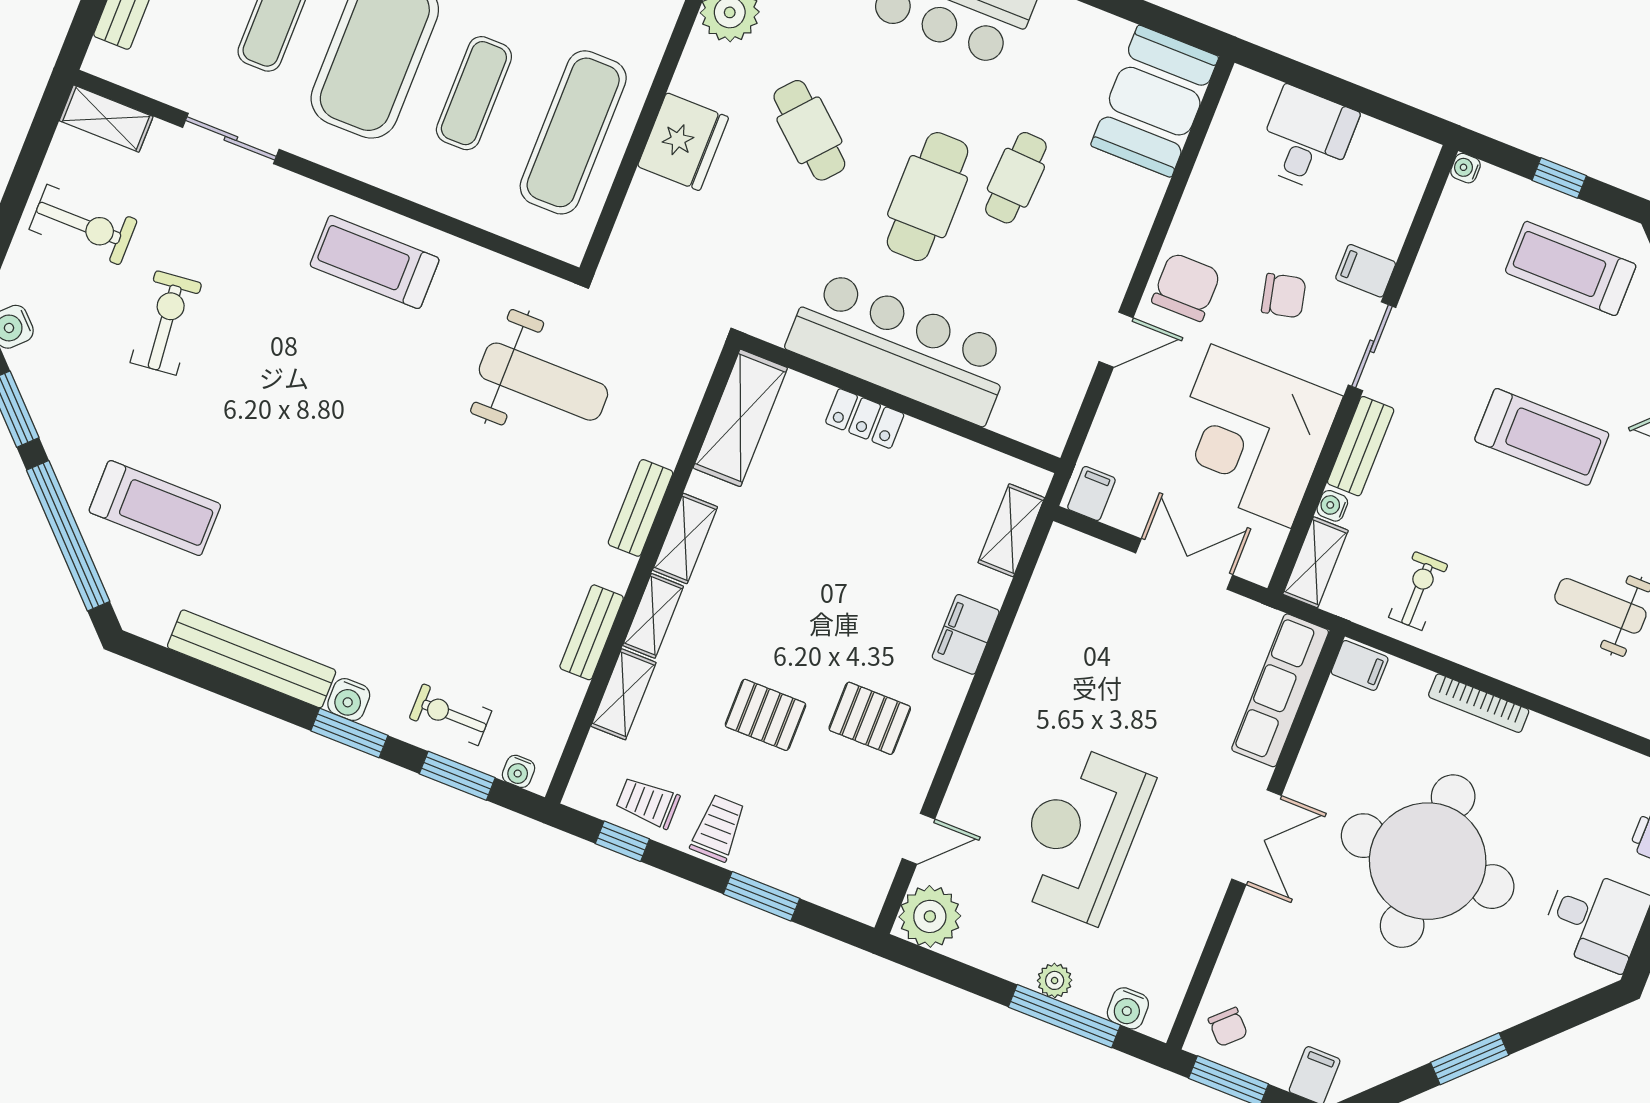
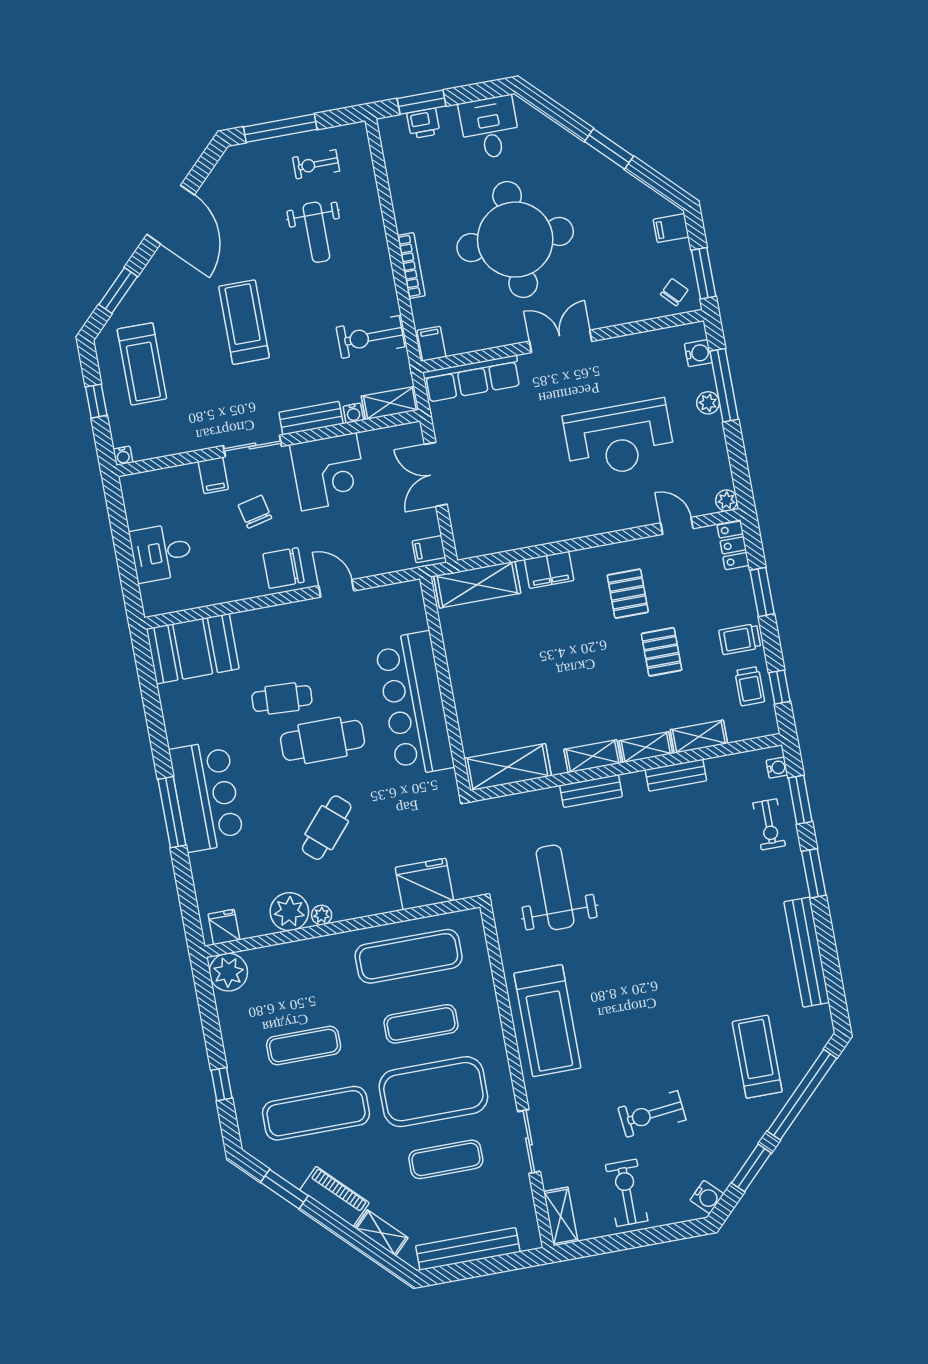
plant: (699, 52) -> (322, 915), added
fridge: (683, 142) -> (424, 884), moved
treadmill: (375, 262) -> (547, 1021), width x1.37, depth x1.38
locker: (865, 418) -> (733, 545), moved, turned 180
corner desk: (1251, 436) -> (329, 472), width x0.74, depth x0.74
shelving: (1011, 530) -> (477, 585), width x1.50, depth x1.33
exercise bike: (1418, 591) -> (371, 337), width x1.38, depth x1.39
water cooler: (349, 700) -> (796, 885), removed
plant: (930, 916) -> (726, 500), width x0.53, depth x0.53

